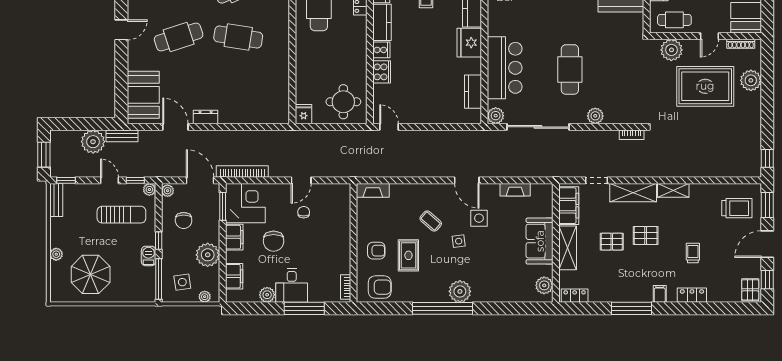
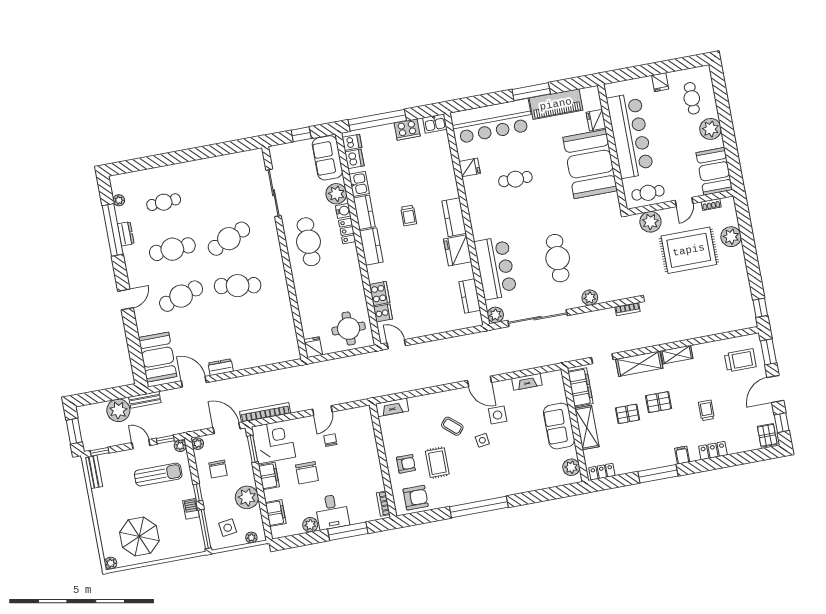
shoe rack: (741, 44) -> (711, 204), width x0.70
cooker: (381, 50) -> (383, 313), moved
plant: (56, 254) -> (111, 563), moved
plant: (460, 291) -> (492, 488), removed

